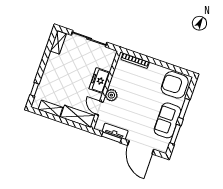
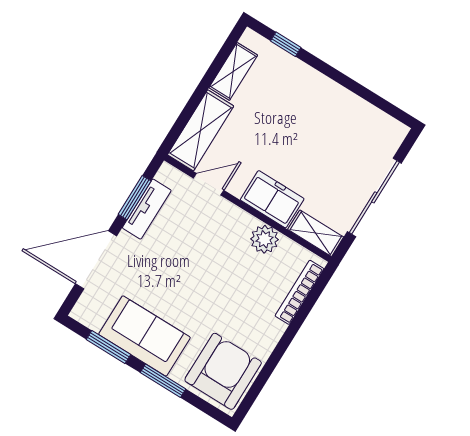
shelving: (58, 42) -> (316, 233), moved
plant: (111, 95) -> (265, 239), moved

